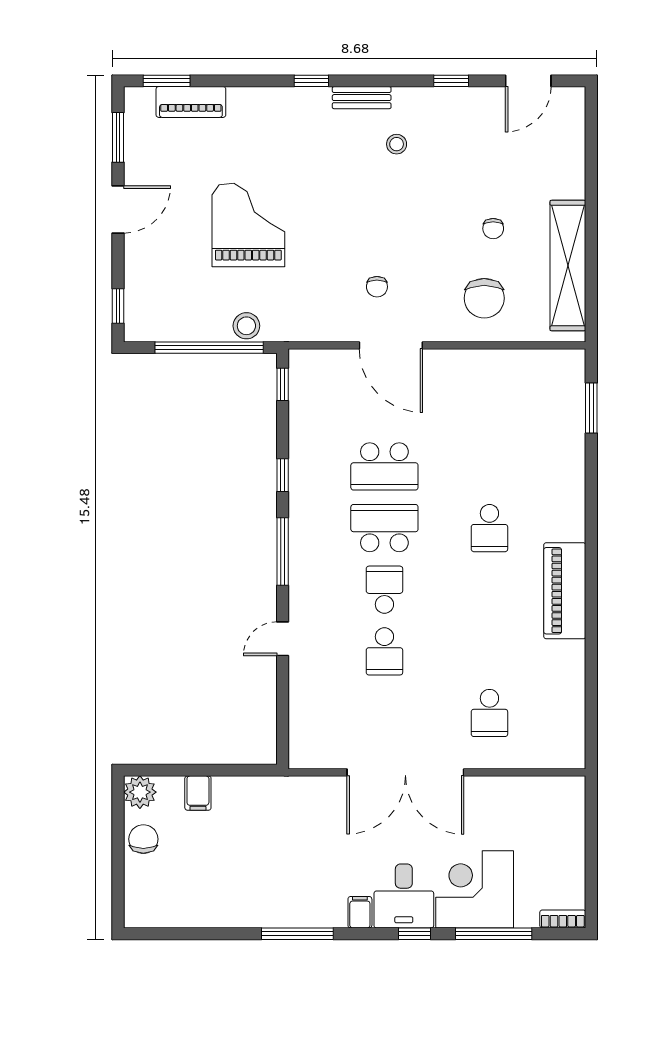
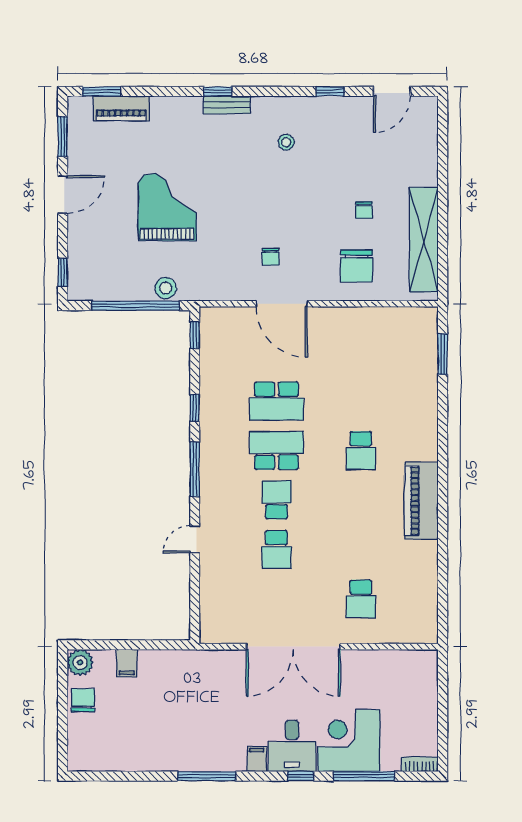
bench: (362, 98) -> (227, 105), moved

